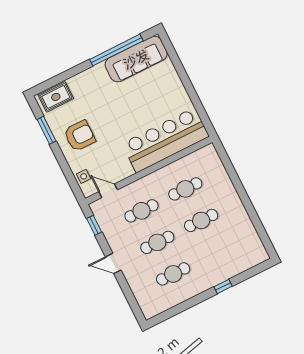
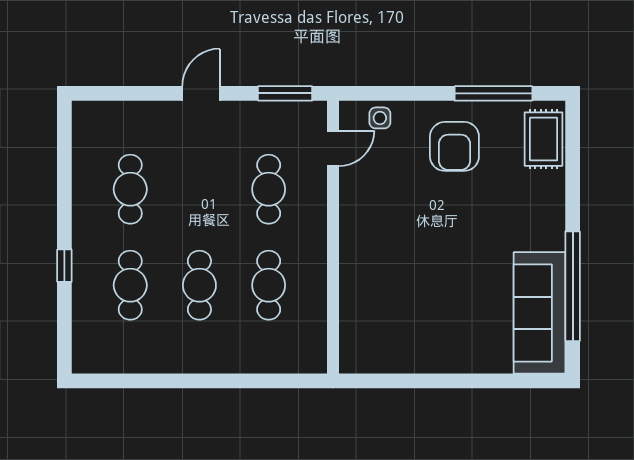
window: (46, 130) -> (493, 93), width x1.44
bar counter: (165, 140) -> (372, 293), removed
window: (94, 225) -> (285, 93), width x1.50
cafe table: (157, 242) -> (130, 285), moved

